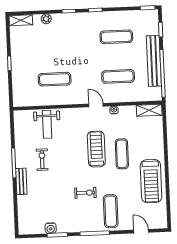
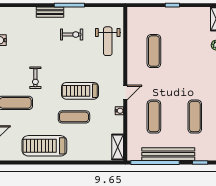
weight bench: (47, 124) -> (108, 41), turned -90
treadmill: (96, 149) -> (80, 91), turned 180

